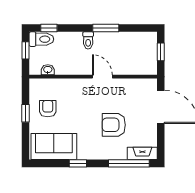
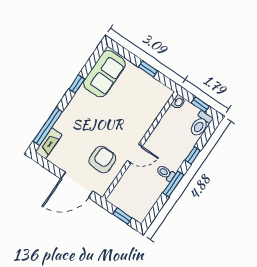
window: (49, 28) -> (193, 155), moved
toilet: (88, 40) -> (166, 173), moved
washbasin: (48, 70) -> (178, 102), moved
armchair: (48, 109) -> (139, 90), removed
armchair: (114, 125) -> (102, 159), moved

